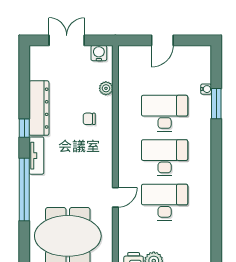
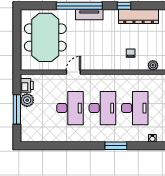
window: (216, 104) -> (116, 146), moved
tv unit: (36, 156) -> (89, 15), moved
door: (115, 197) -> (73, 72), swing flipped

